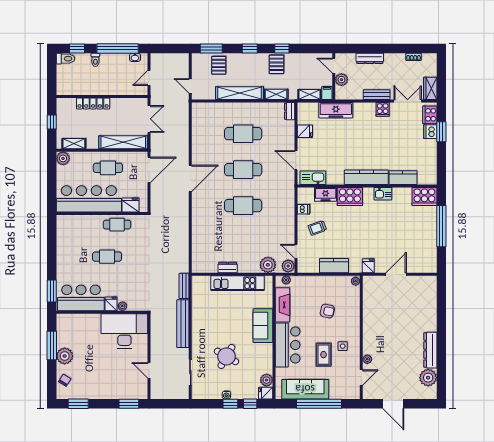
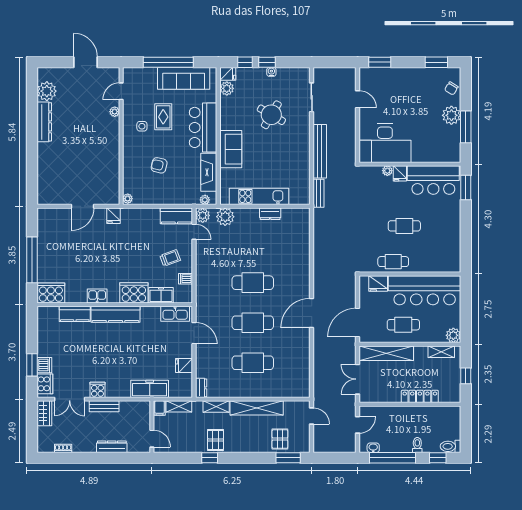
window: (250, 48) -> (245, 458), removed
plant: (341, 80) -> (143, 423), removed
kitchen counter: (334, 266) -> (176, 216), moved

